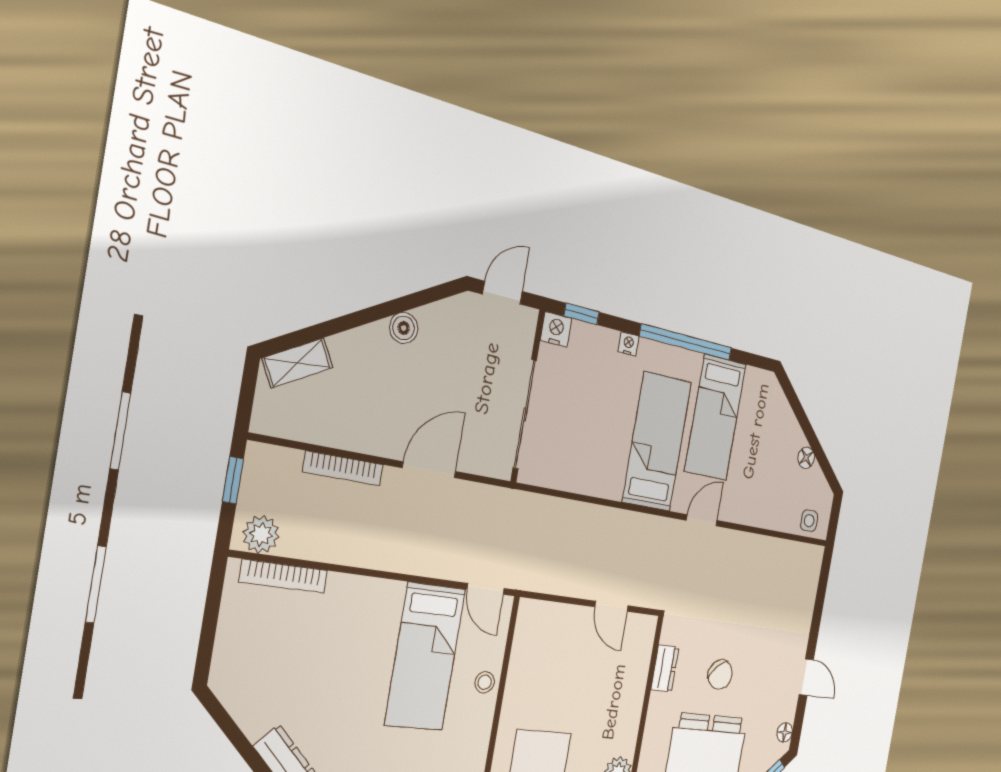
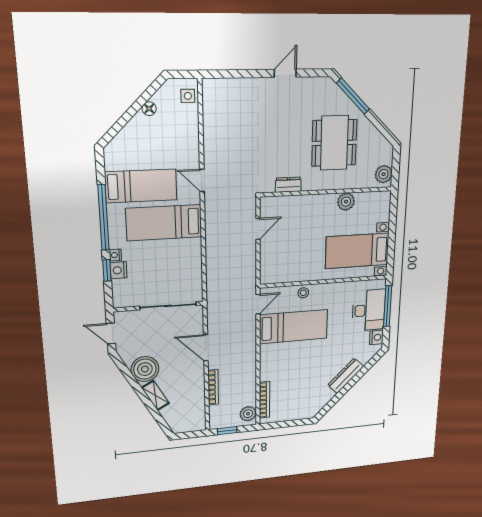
window: (582, 314) -> (107, 270), moved
boiler: (404, 328) -> (145, 369), width x1.86, depth x1.86
nightstand: (556, 329) -> (119, 270), moved
shelving: (298, 363) -> (155, 395), moved
chair: (720, 675) -> (289, 144), removed
floor lamp: (785, 732) -> (320, 83), removed

